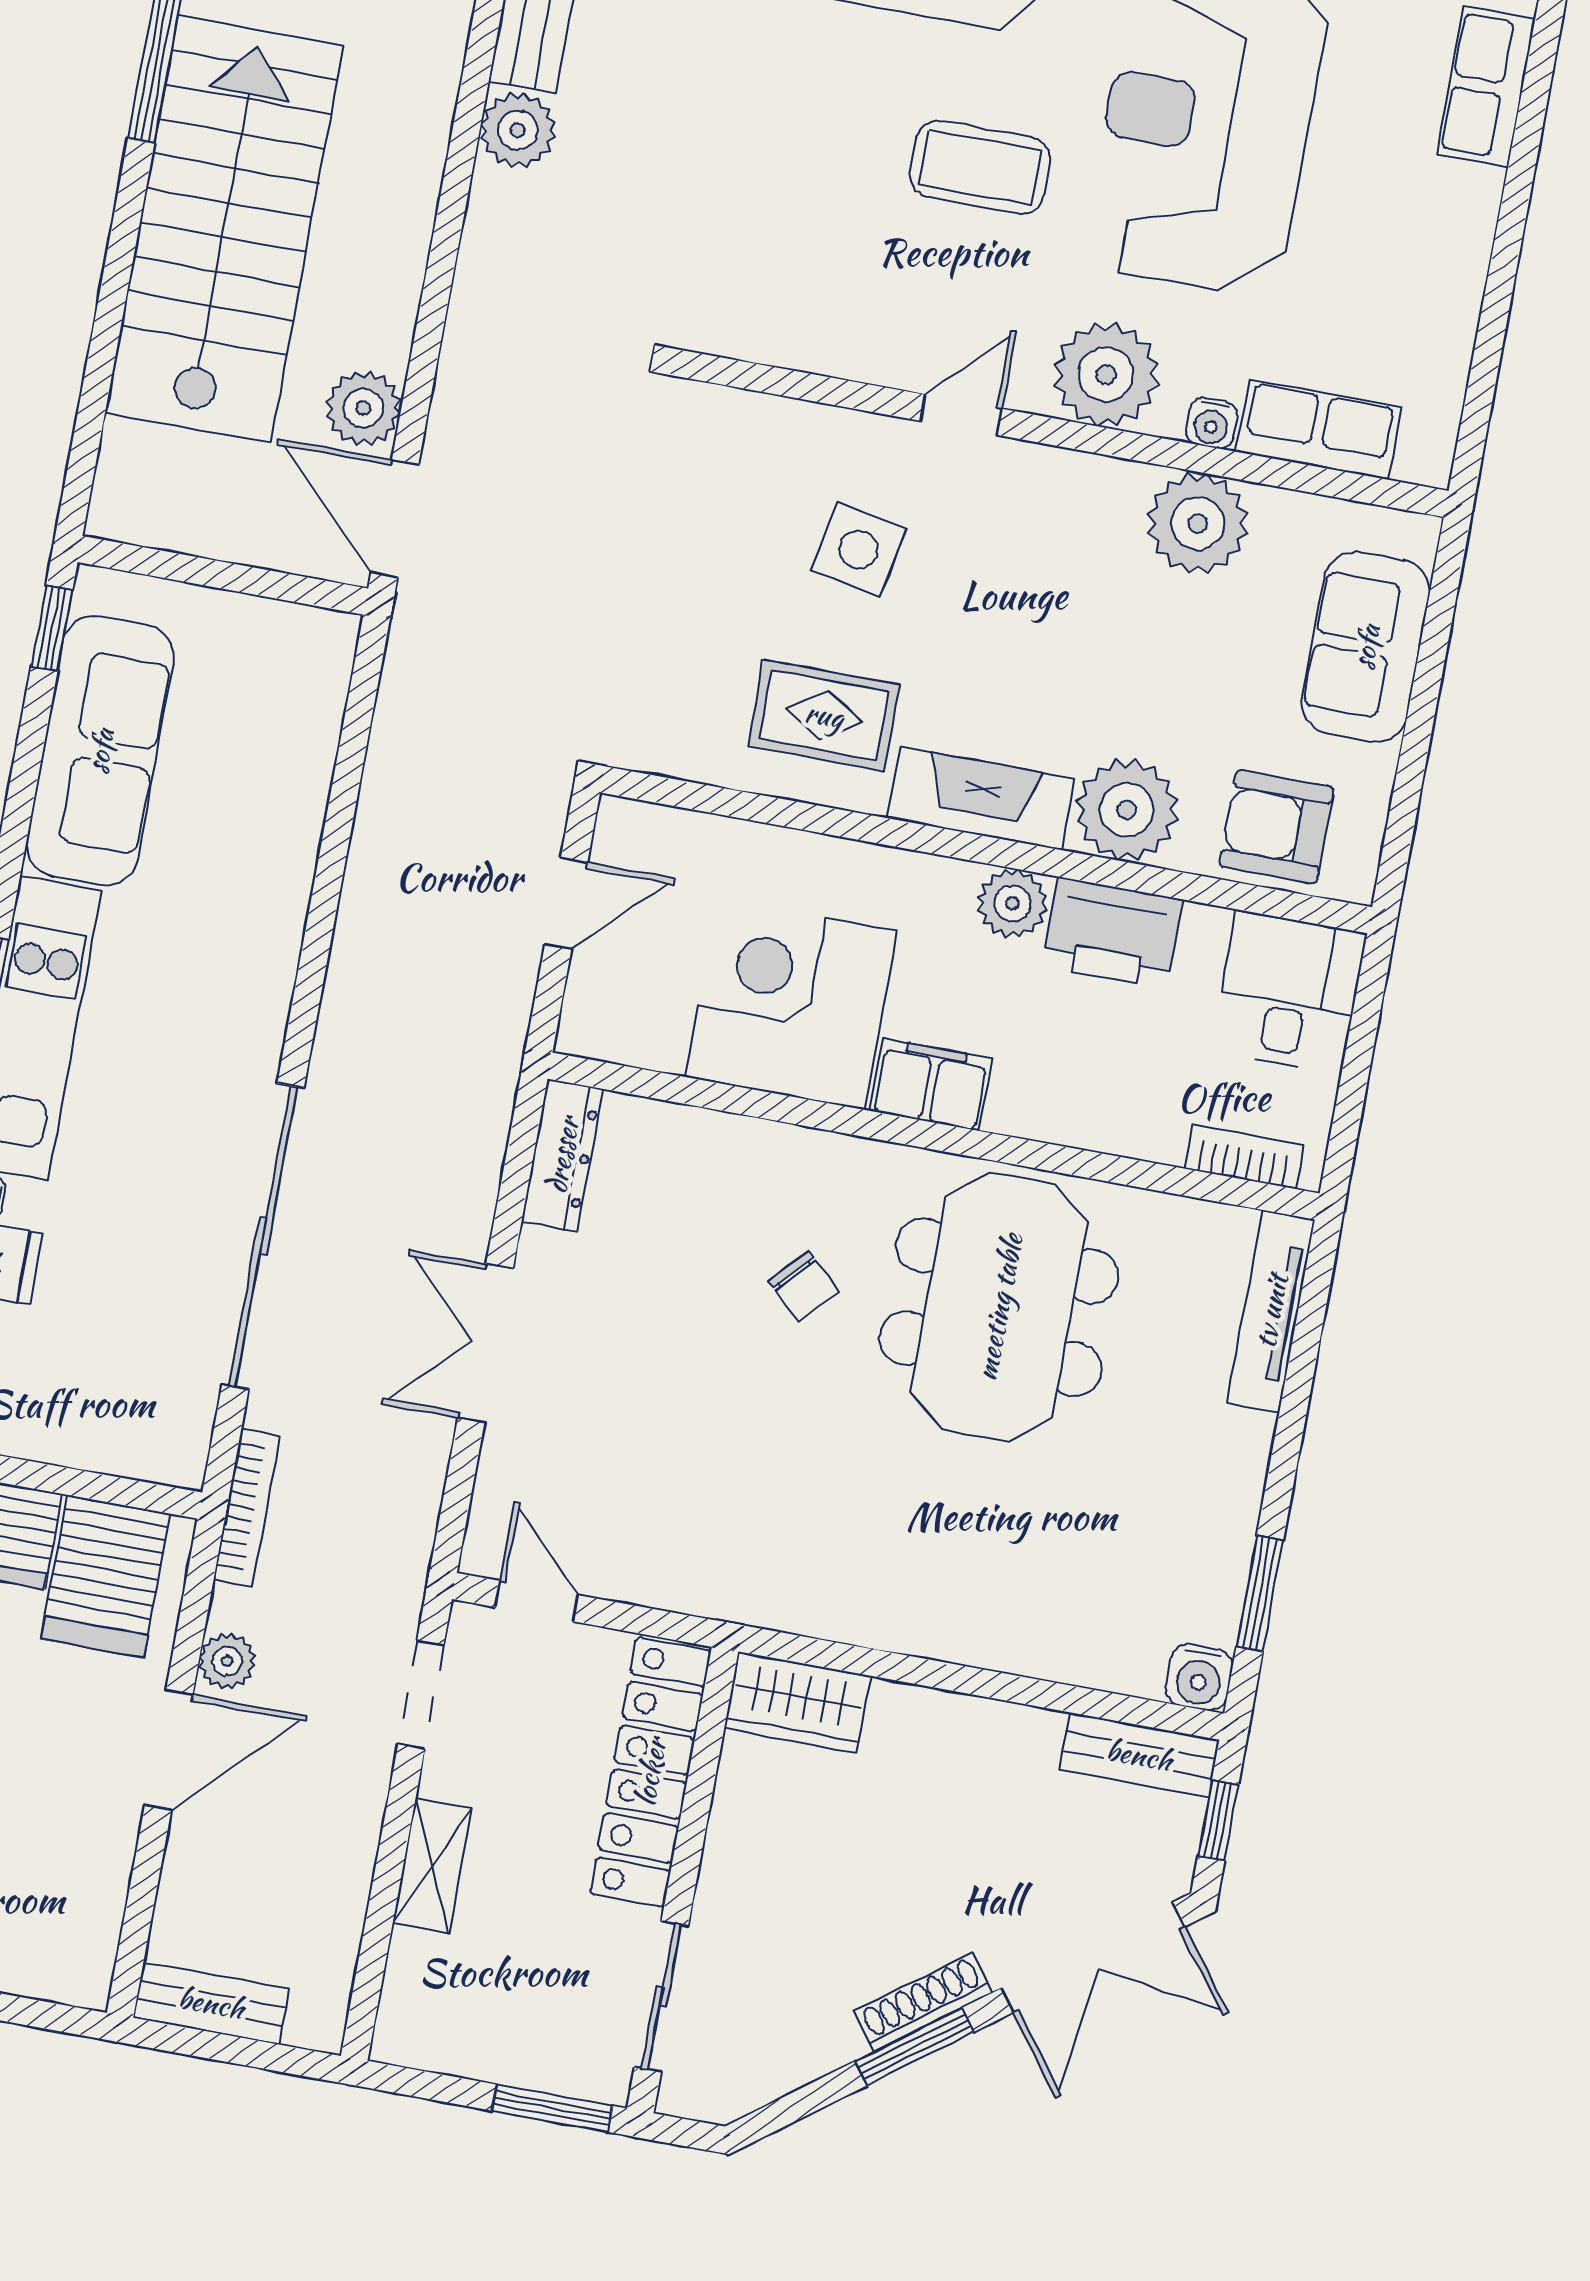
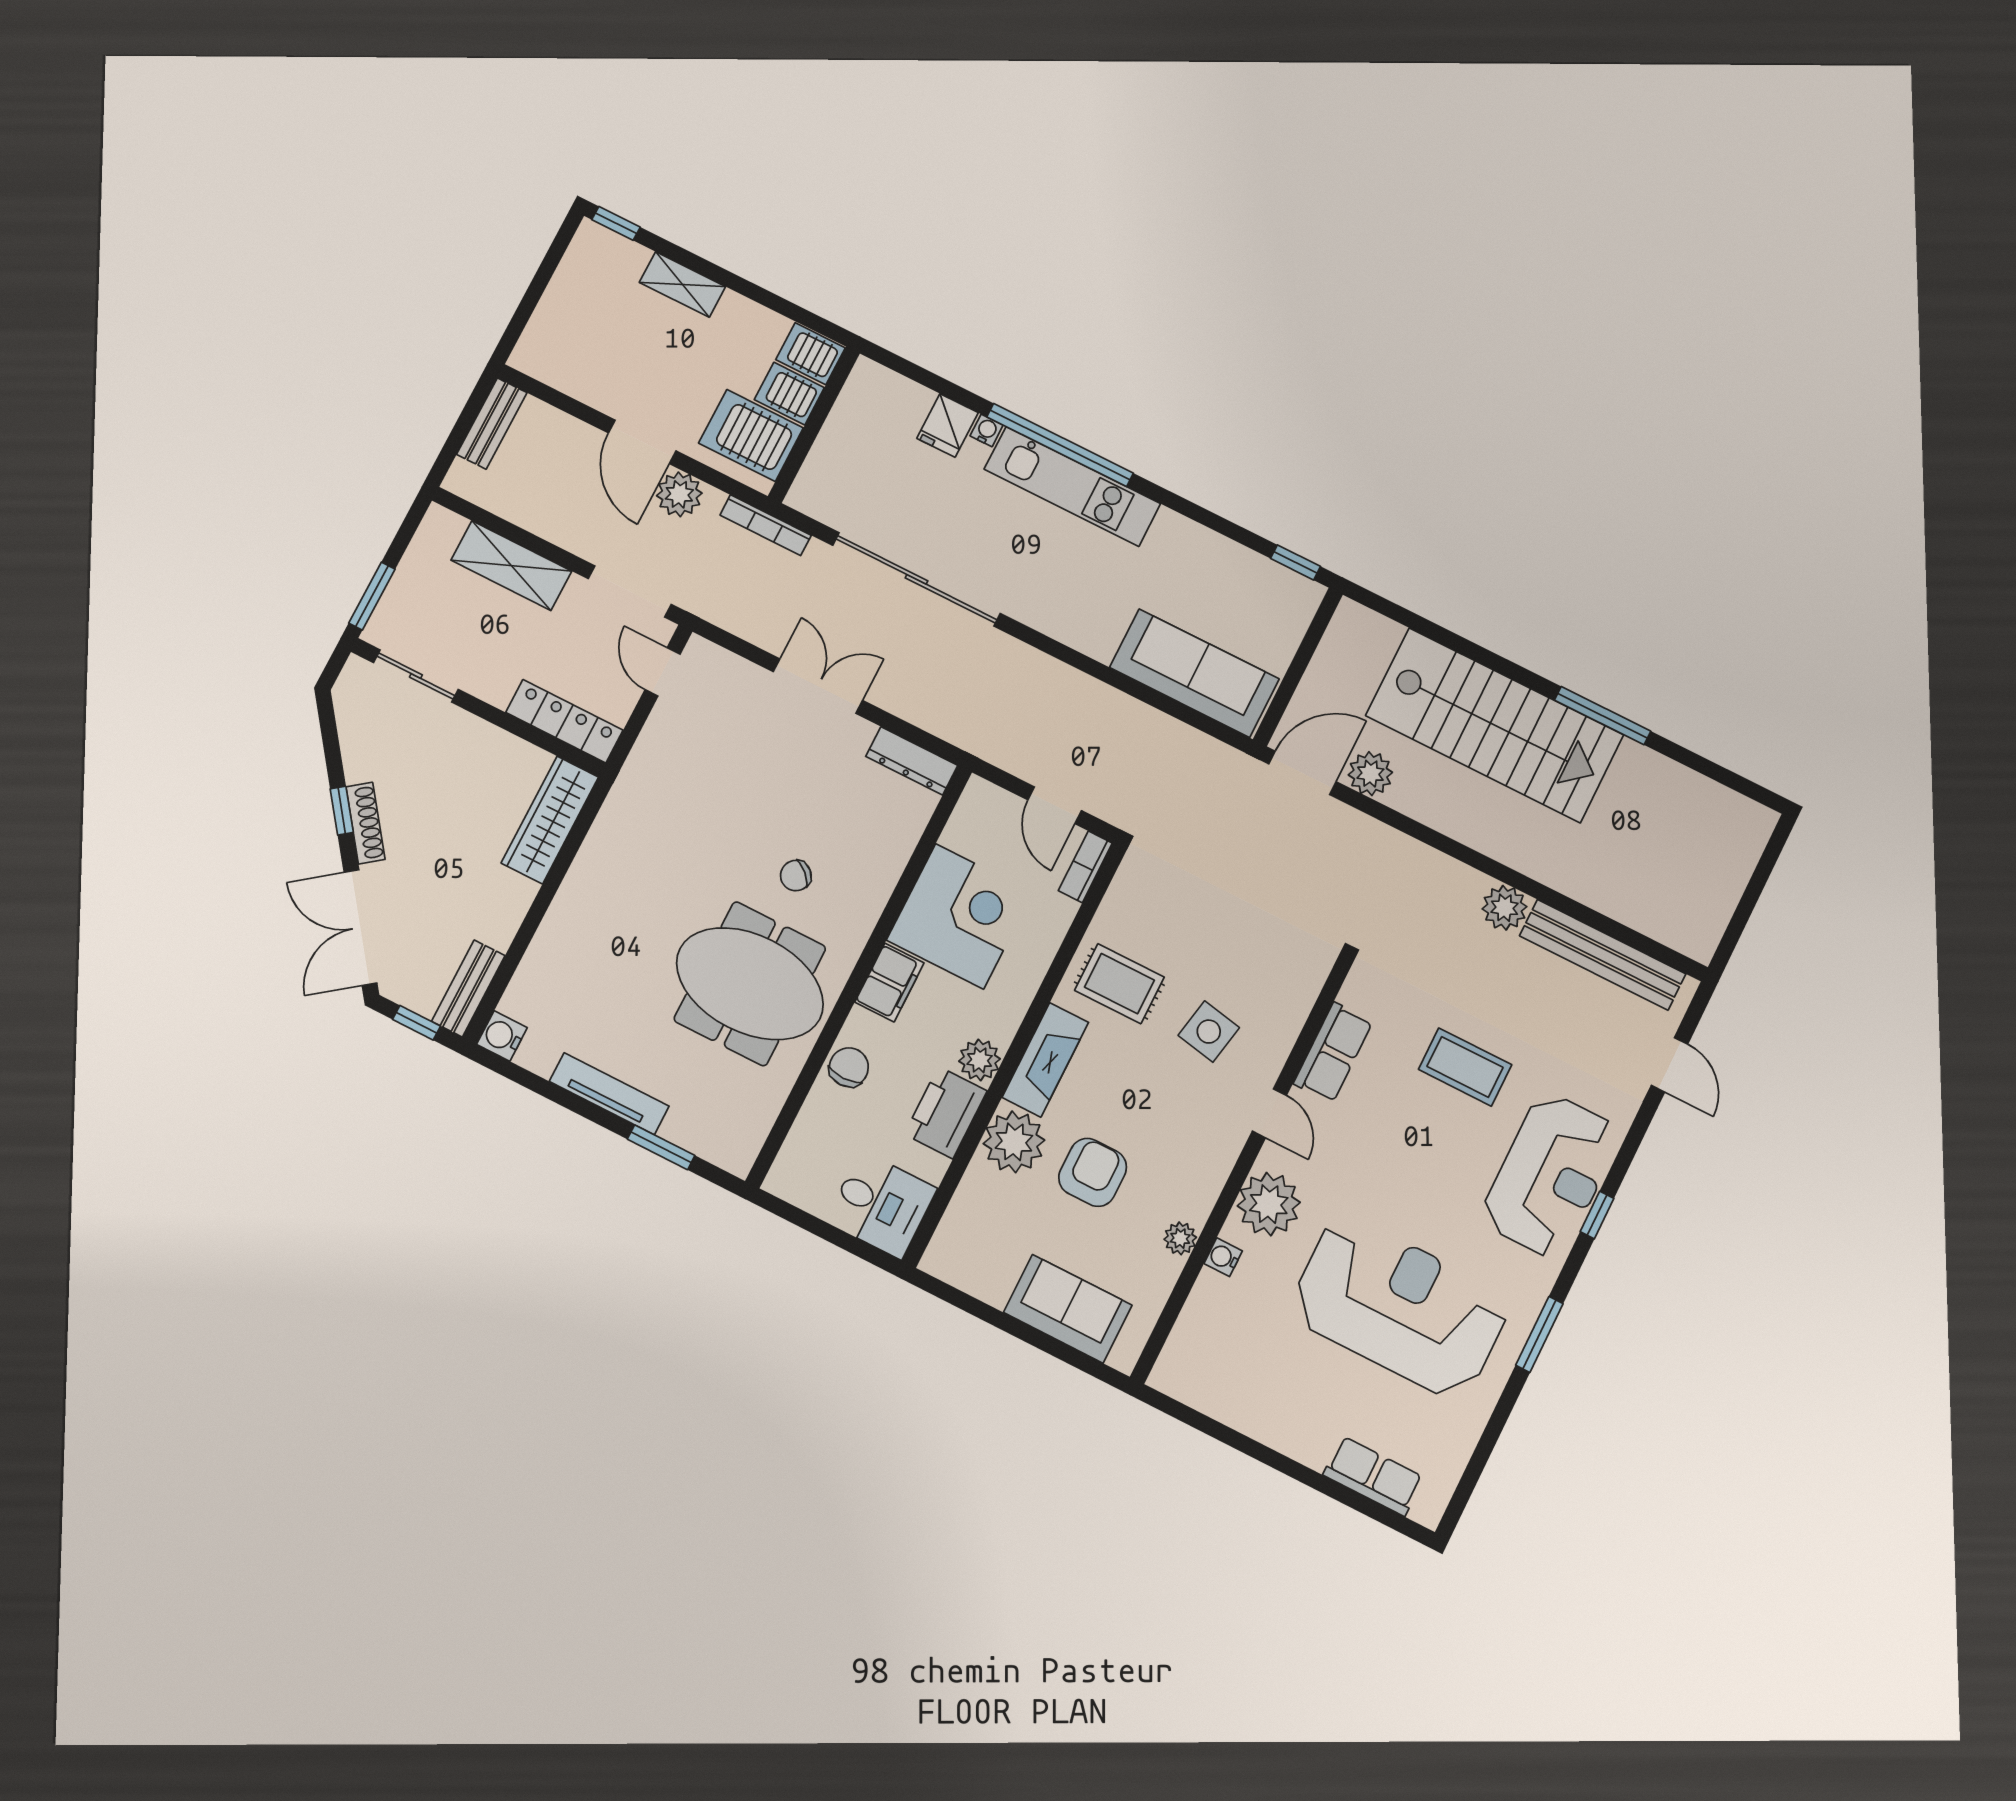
coffee table: (980, 167) -> (1465, 1067), moved, turned 90
row of seats: (1319, 429) -> (1333, 1053), moved
plant: (1198, 523) -> (1180, 1238), width x0.53, depth x0.53
rug: (824, 715) -> (1119, 984), turned 90
sofa: (100, 751) -> (1194, 673), moved, turned 180
armchair: (1276, 827) -> (1093, 1172), moved
chair: (1086, 1109) -> (849, 1067), added
bookcase: (1244, 1157) -> (1085, 867), moved, turned 180
tv unit: (1271, 1311) -> (609, 1094), moved
window: (1260, 1594) -> (661, 1147), moved
door: (537, 1601) -> (663, 672), swing flipped
plant: (227, 1661) -> (679, 494), width x1.38, depth x1.38
doorway: (421, 1695) -> (630, 591), width x1.38
wardrobe: (797, 1702) -> (550, 820), width x1.50
locker: (650, 1772) -> (564, 721), width x0.71, depth x0.83
shelving: (432, 1866) -> (511, 566), width x1.50, depth x1.33
window: (914, 2047) -> (342, 811), width x0.67

